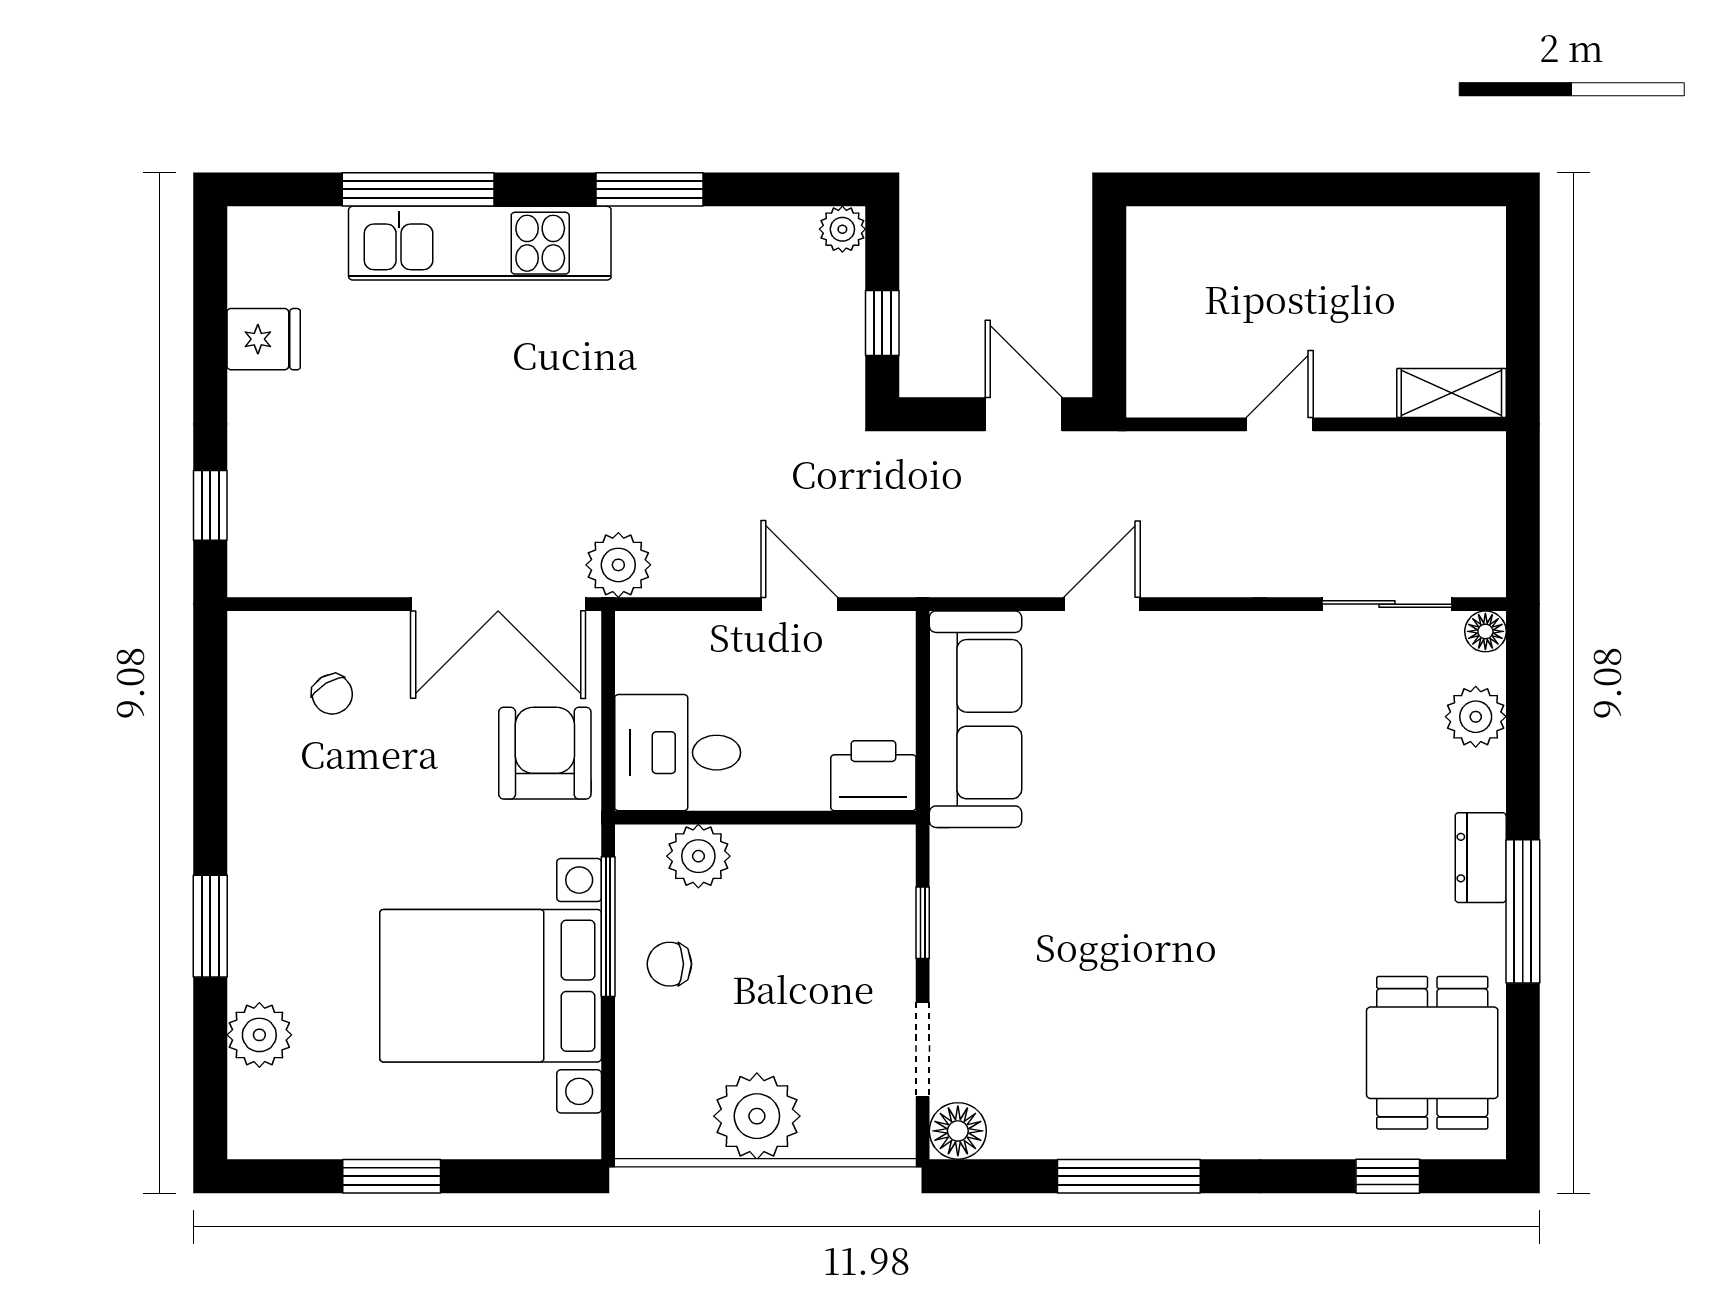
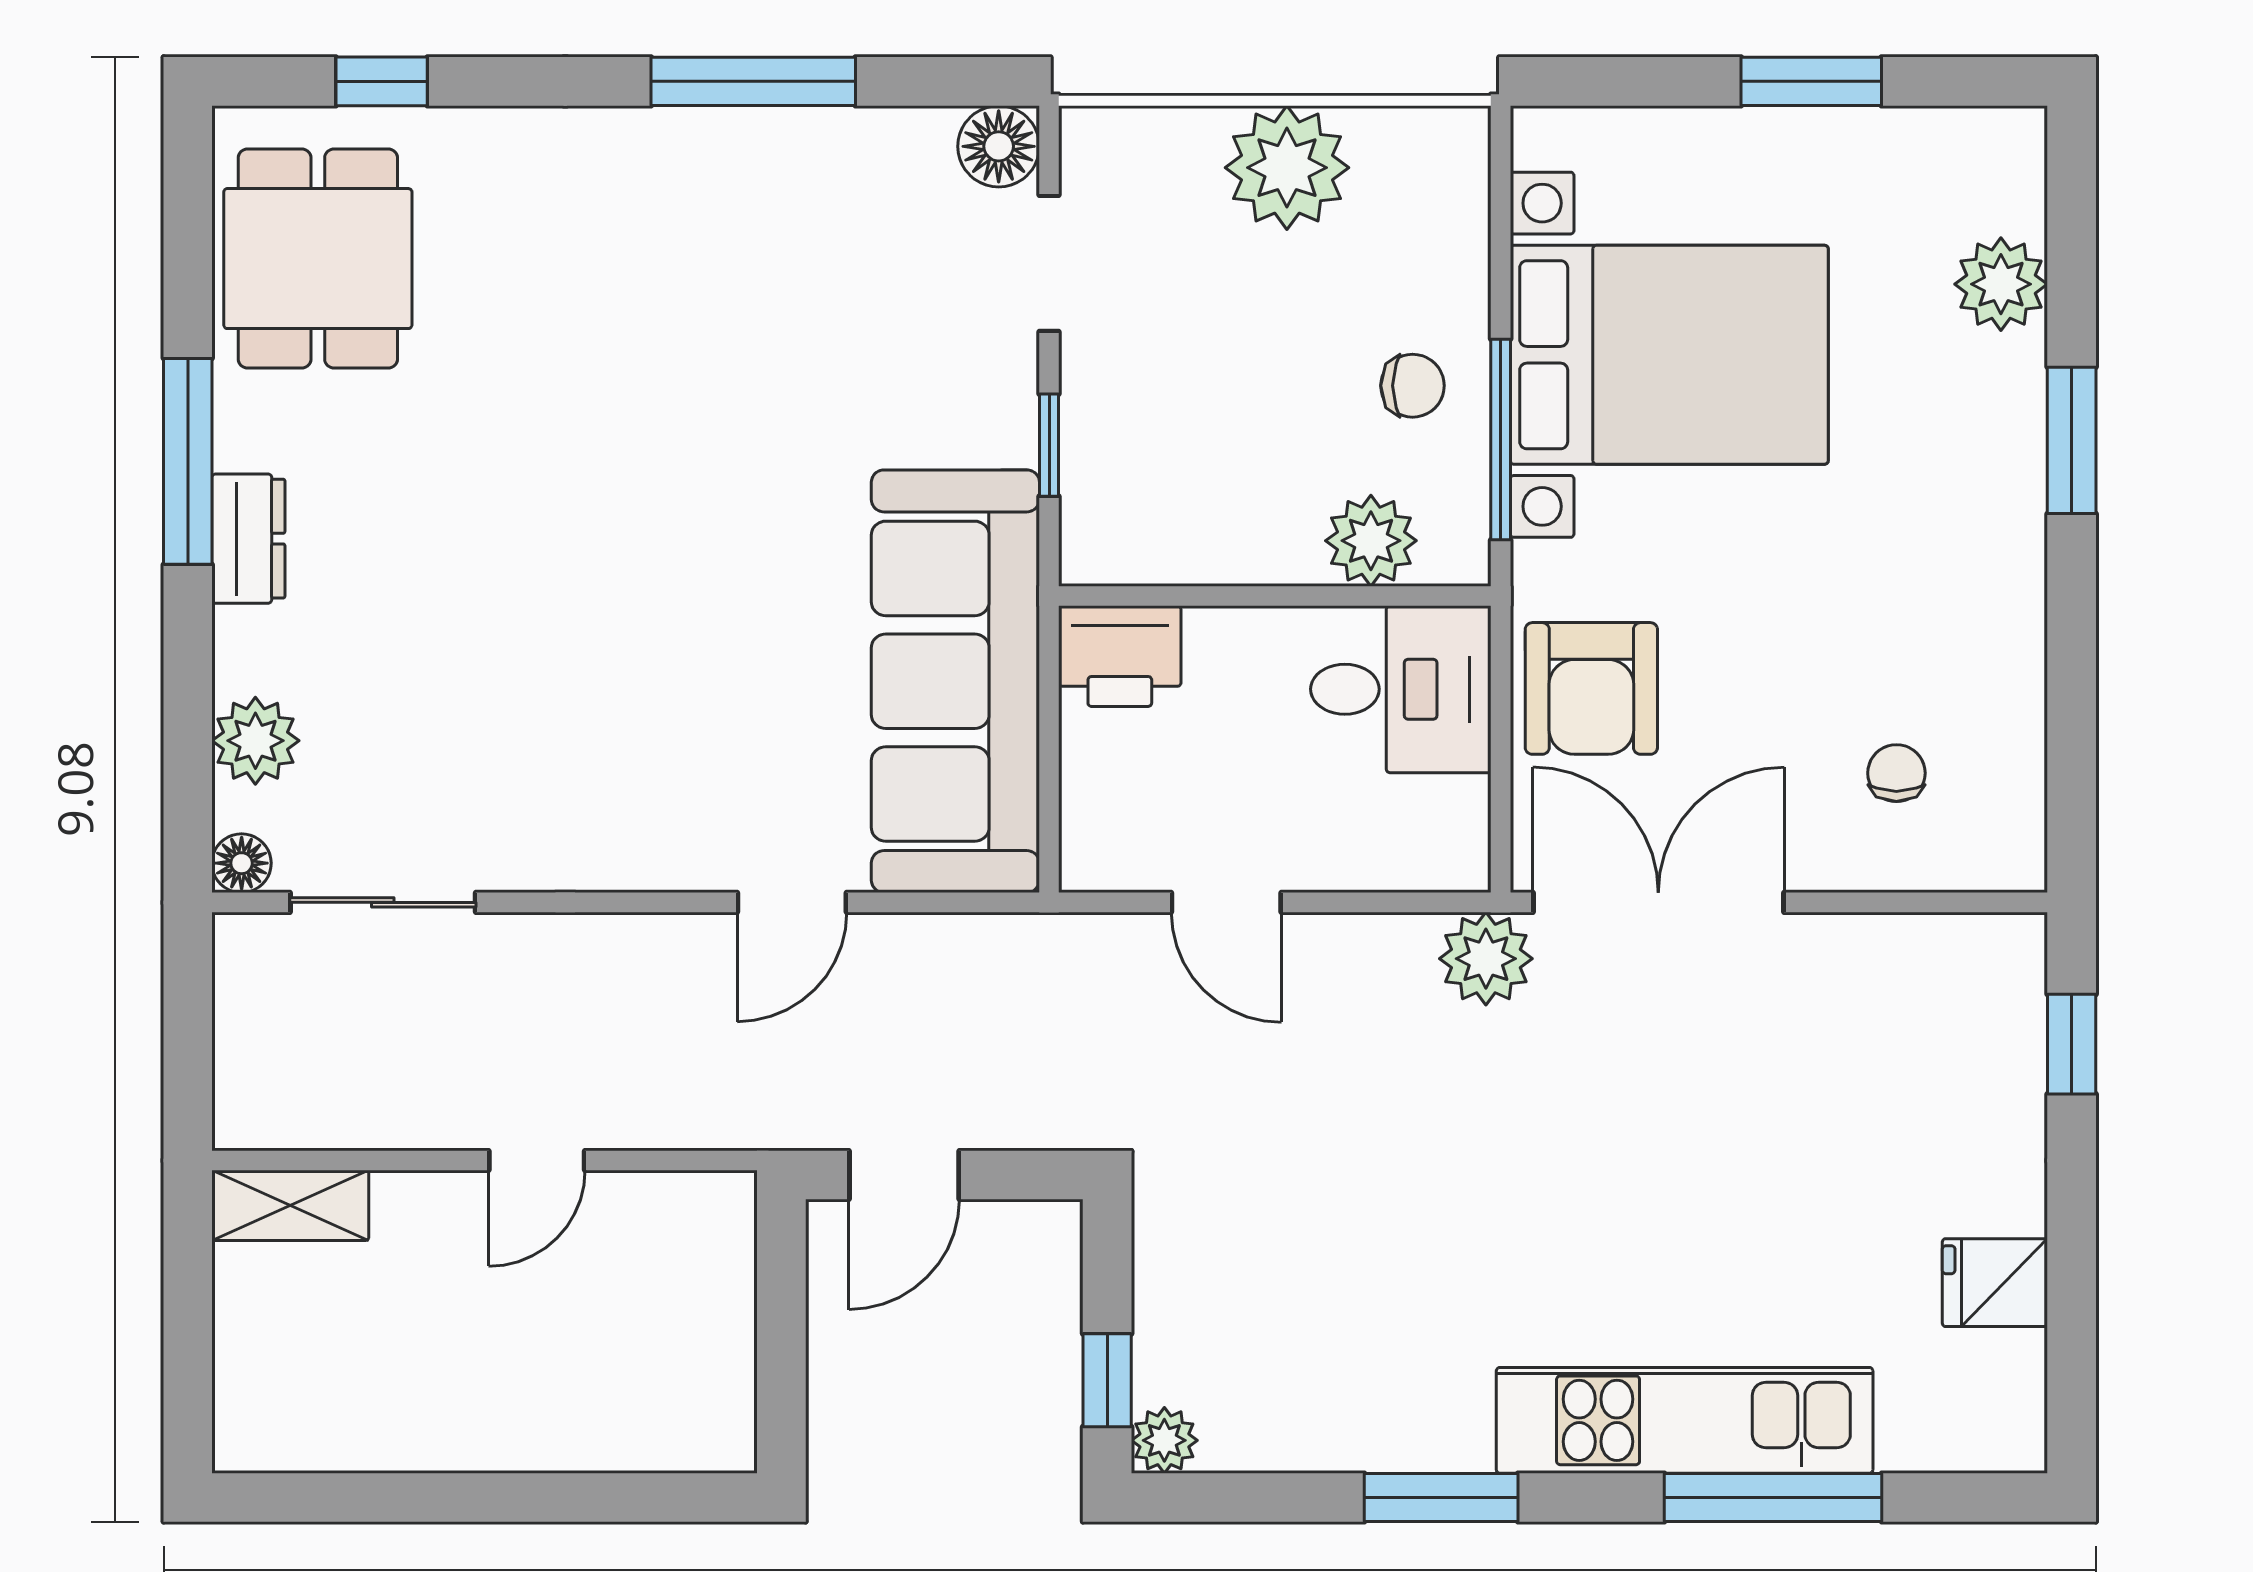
window: (882, 323) -> (1107, 1380), moved
door: (1024, 414) -> (904, 1175), hinge flipped
chair: (332, 694) -> (1896, 773), turned 31
sofa: (976, 719) -> (955, 681), width x1.36, depth x1.27

